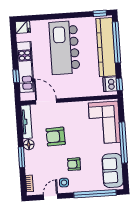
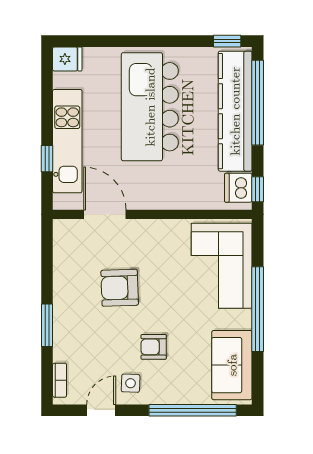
tv unit: (27, 122) -> (62, 253), removed
floor lamp: (29, 145) -> (63, 301), removed

